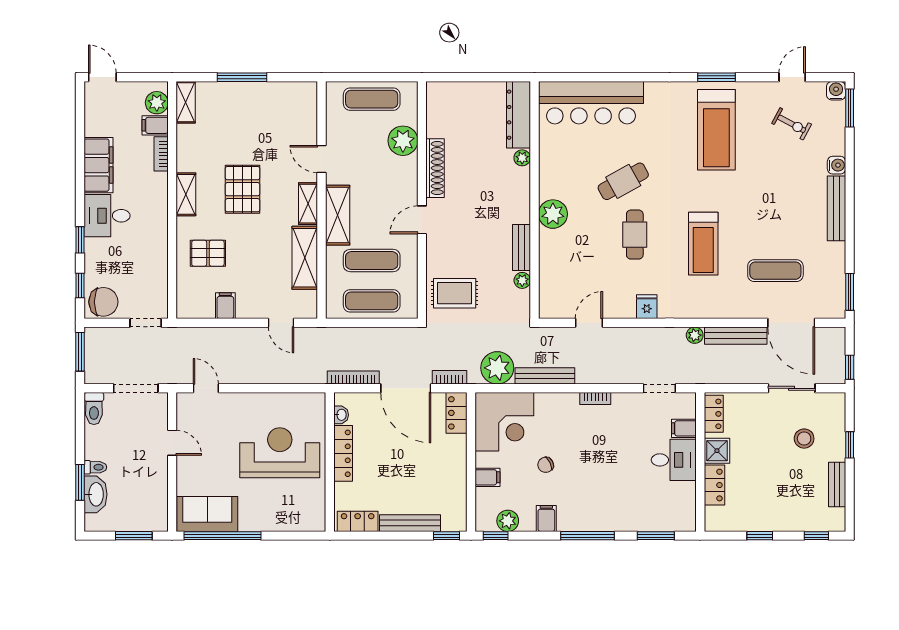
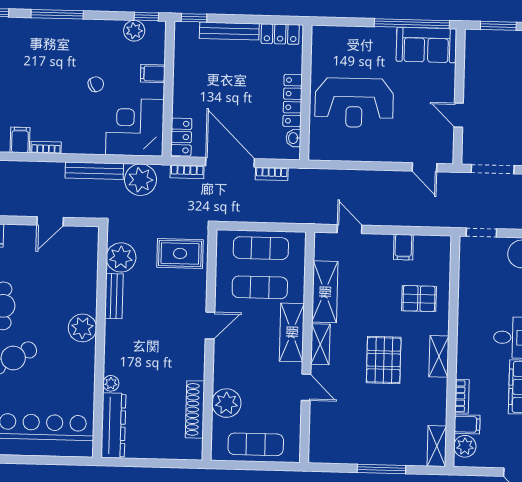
shoe rack: (435, 168) -> (195, 409), moved
plant: (522, 280) -> (121, 257), width x1.87, depth x1.87
bookcase: (353, 378) -> (272, 174), width x0.64
filing cabinet: (546, 518) -> (20, 140), moved, turned 180

